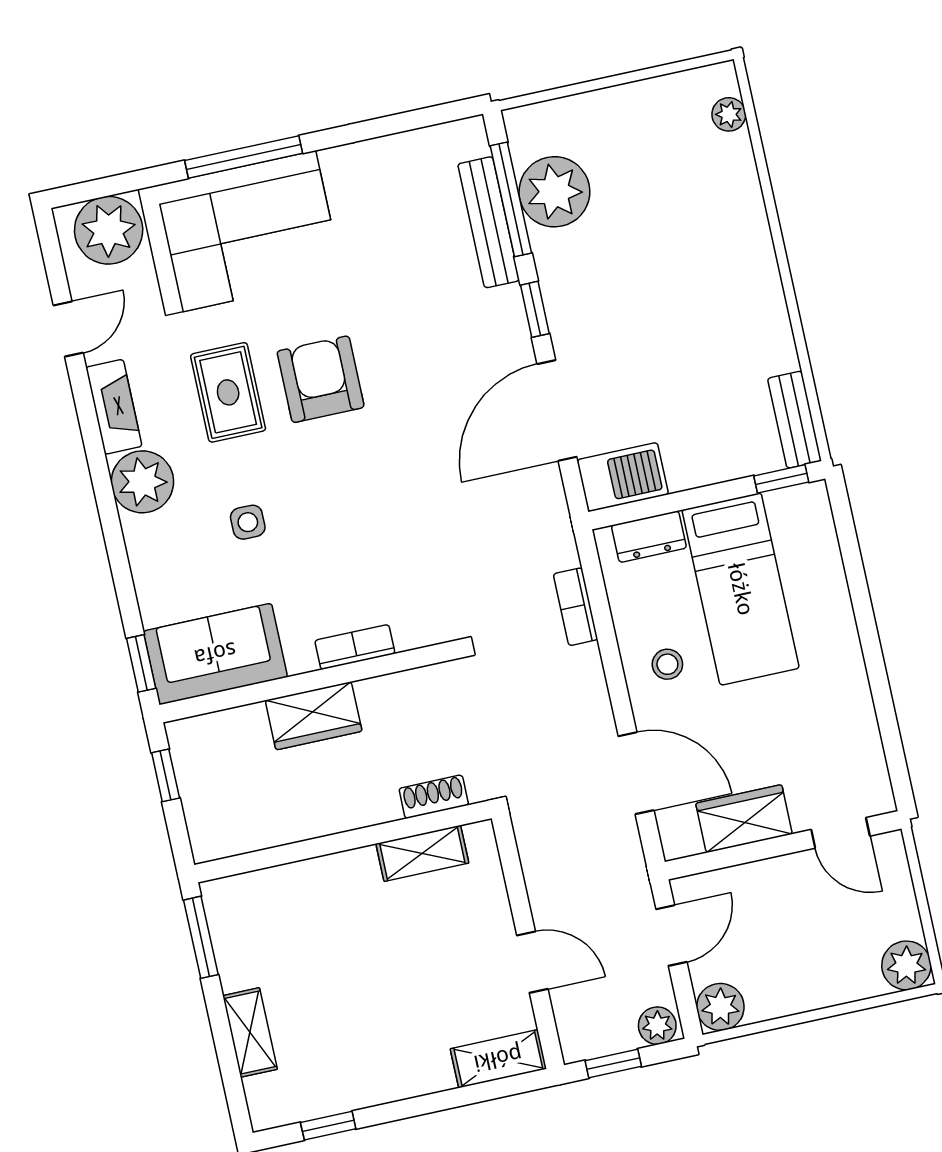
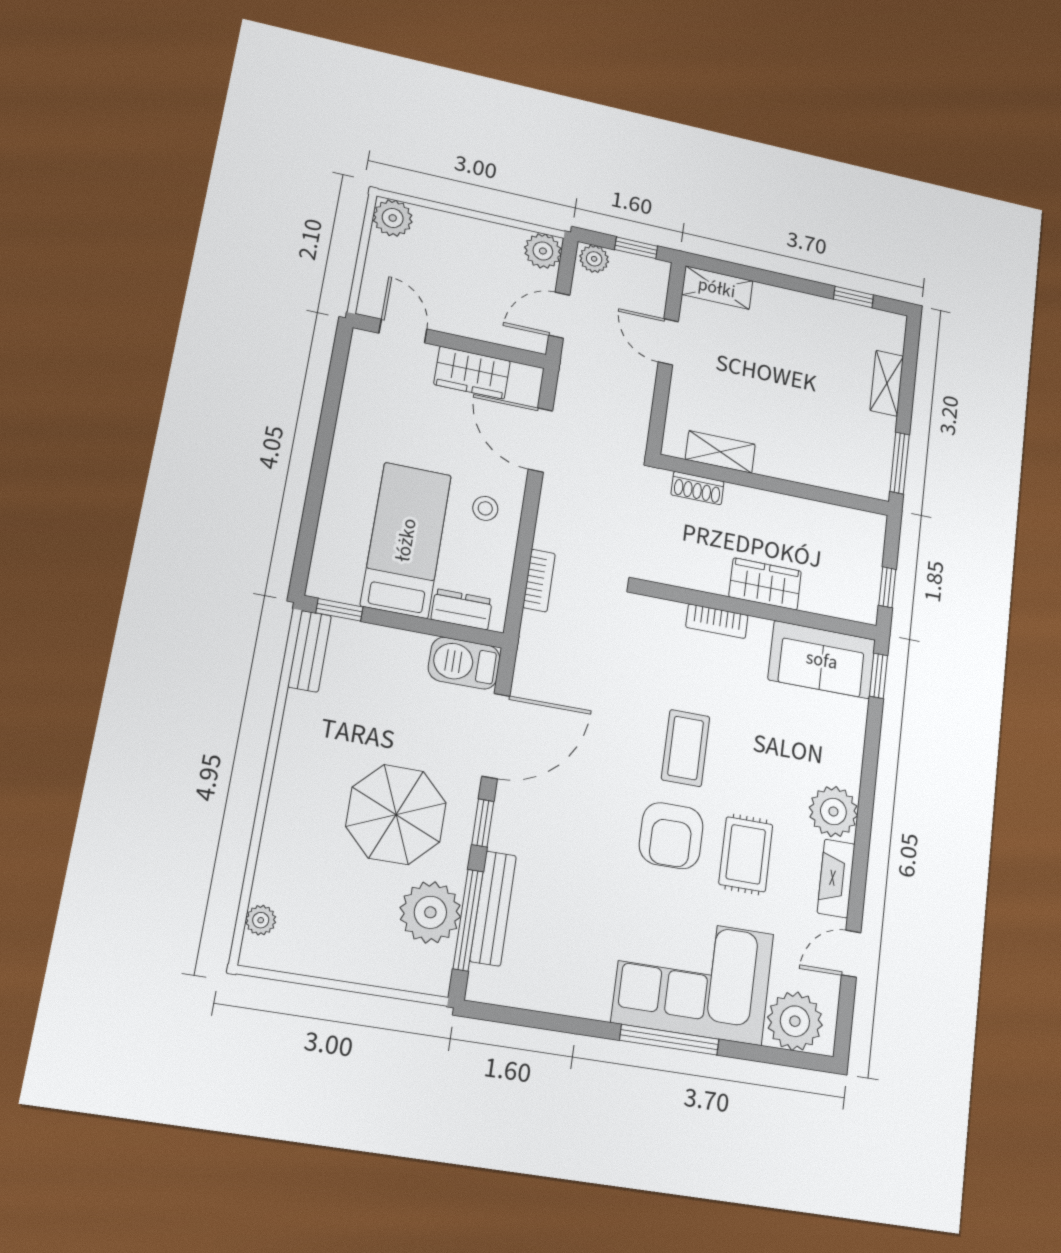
parasol: (632, 281) -> (396, 814), added
coffee table: (339, 485) -> (686, 748), added
side table: (248, 522) -> (765, 748), removed

